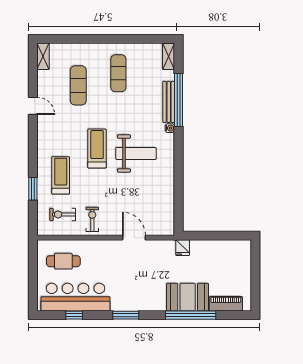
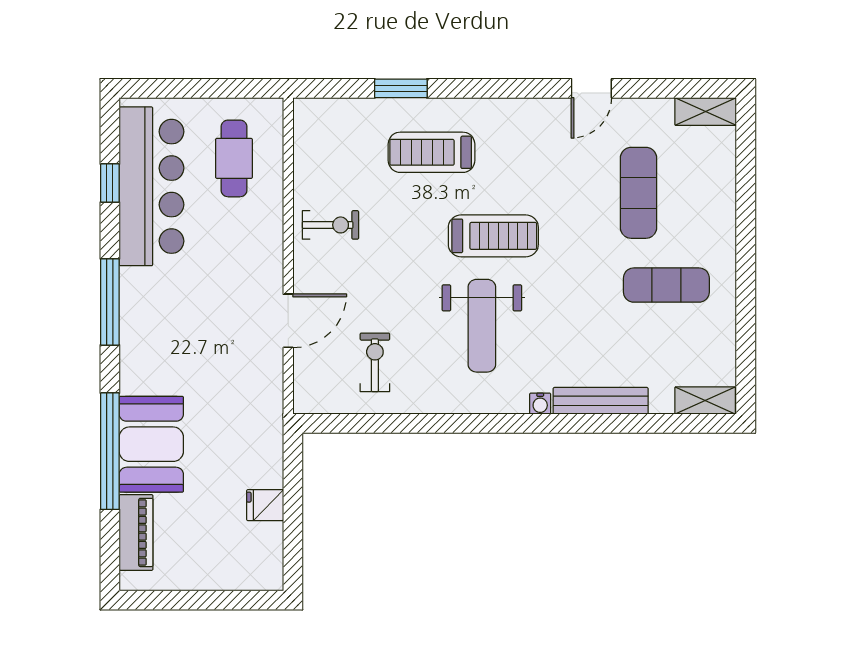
exercise mat: (78, 85) -> (638, 193), turned 90
window: (178, 100) -> (605, 423), removed
treadmill: (61, 175) -> (432, 152), turned 180
exercise bike: (63, 215) -> (375, 362), moved
fridge: (183, 248) -> (265, 505), moved
window: (126, 315) -> (110, 302), width x1.44

